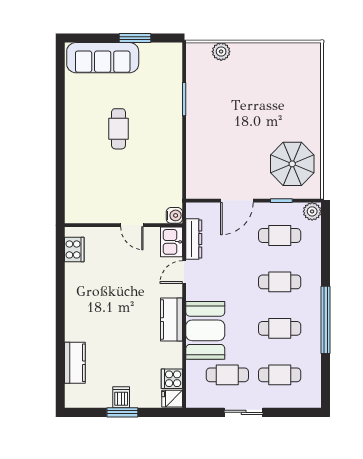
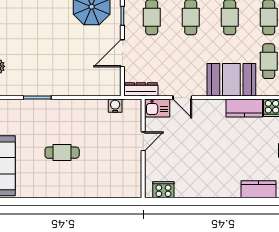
door: (237, 201) -> (122, 53), swing flipped
water cooler: (174, 215) -> (115, 106), moved
dresser: (194, 239) -> (141, 89), moved
kitchen counter: (171, 320) -> (244, 108), moved

